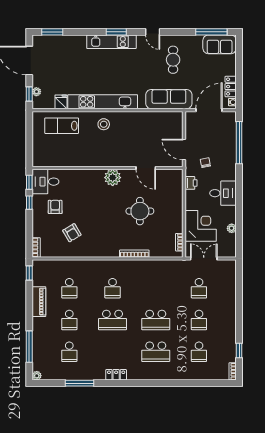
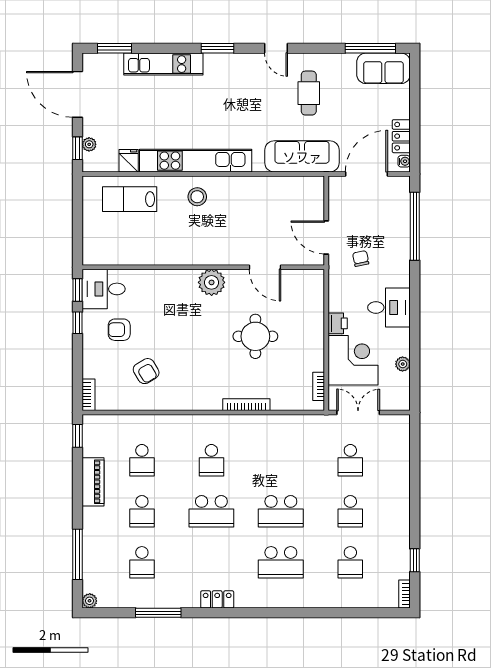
kitchen unit: (111, 42) -> (163, 64), moved
printer: (191, 183) -> (338, 323), moved
armchair: (55, 207) -> (119, 330), turned -90

